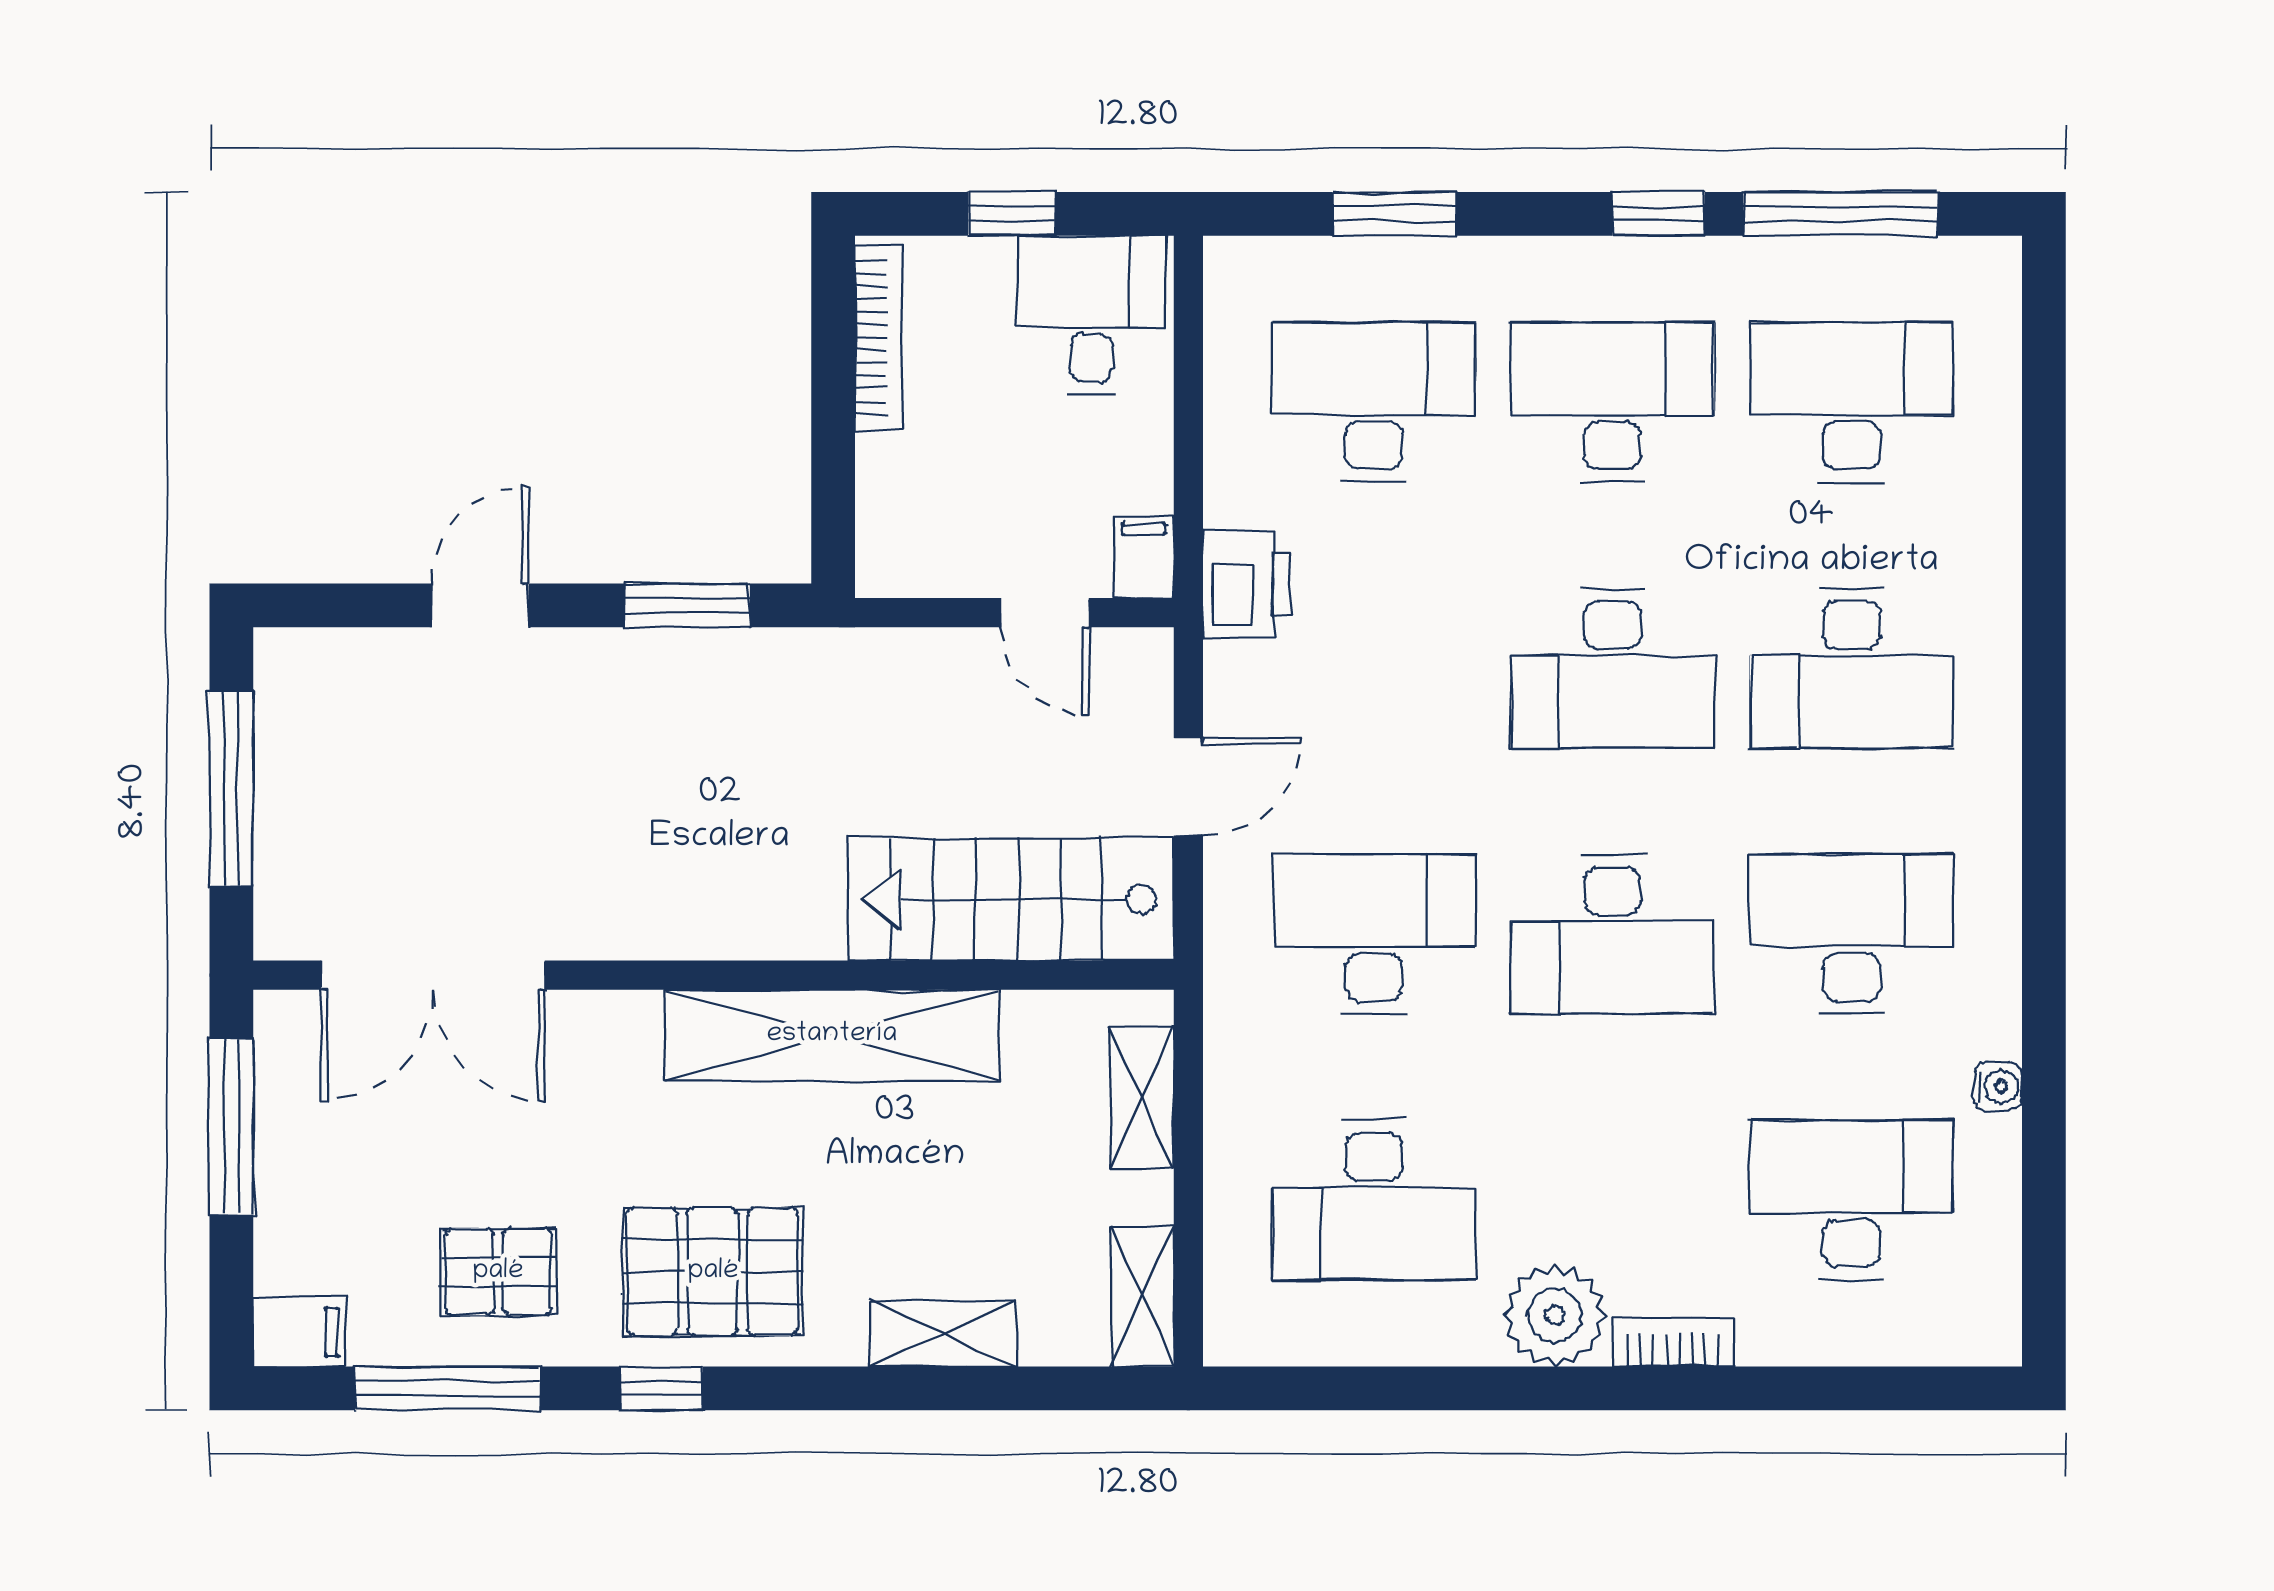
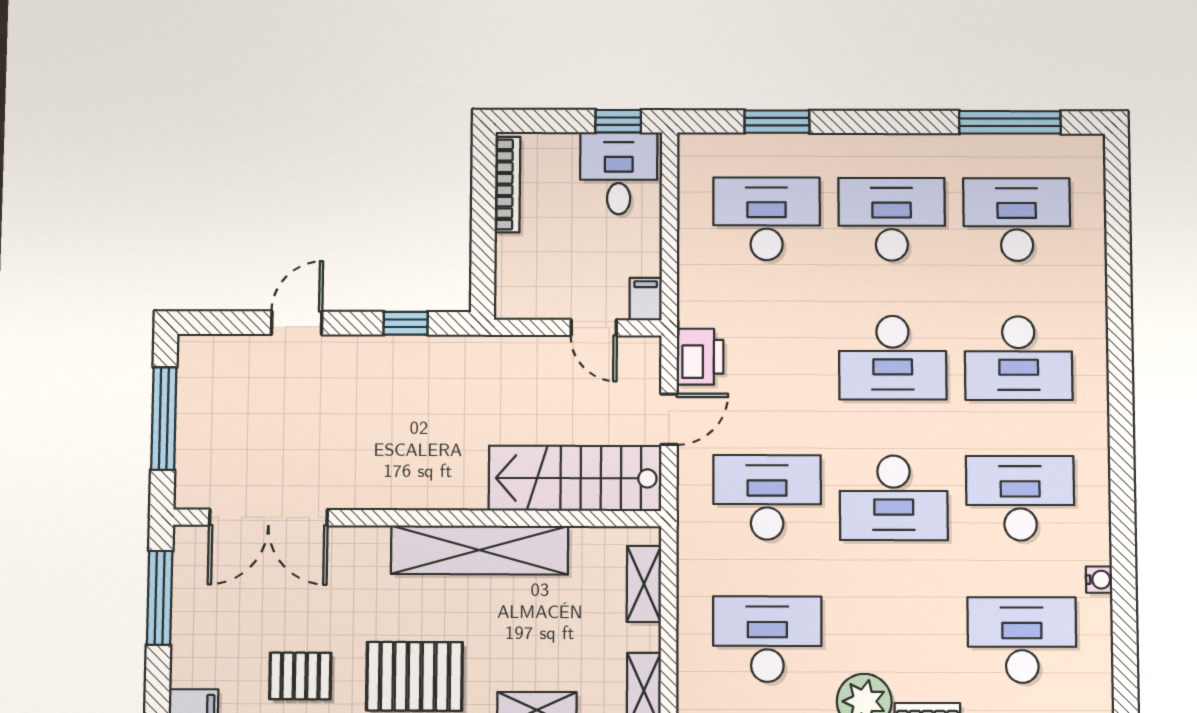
window: (1012, 214) -> (618, 121), moved
window: (1658, 214) -> (915, 122), removed
printer: (1247, 585) -> (700, 357), moved
window: (687, 605) -> (406, 323), width x0.67
desk: (1374, 1200) -> (767, 639), turned 180

